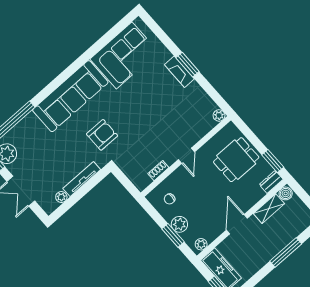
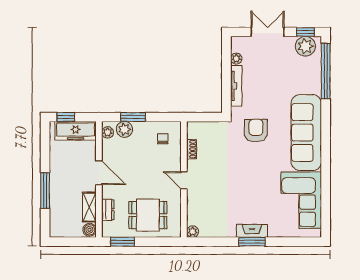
armchair: (102, 135) -> (256, 131), turned 180
dining table: (236, 160) -> (148, 215), turned 90
dresser: (271, 182) -> (108, 210), moved
plant: (179, 224) -> (124, 129), moved

